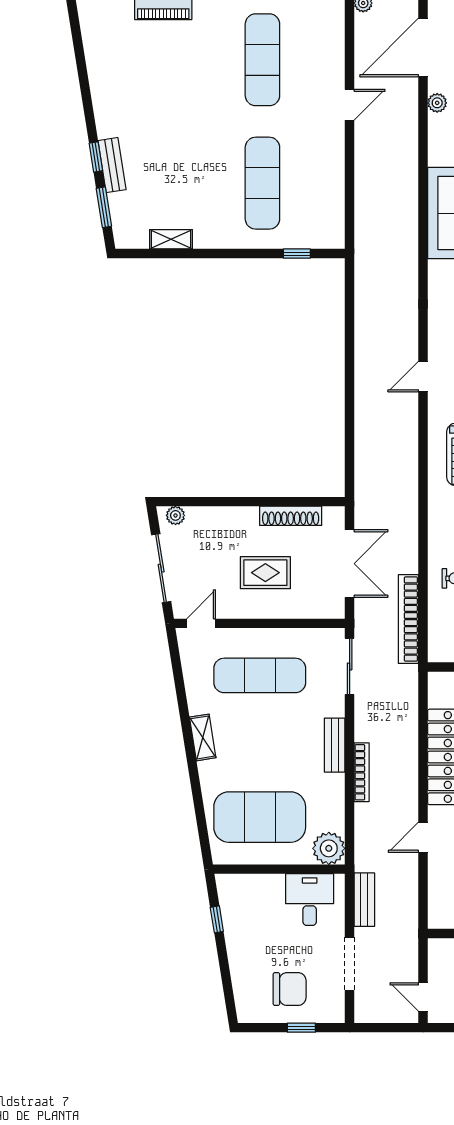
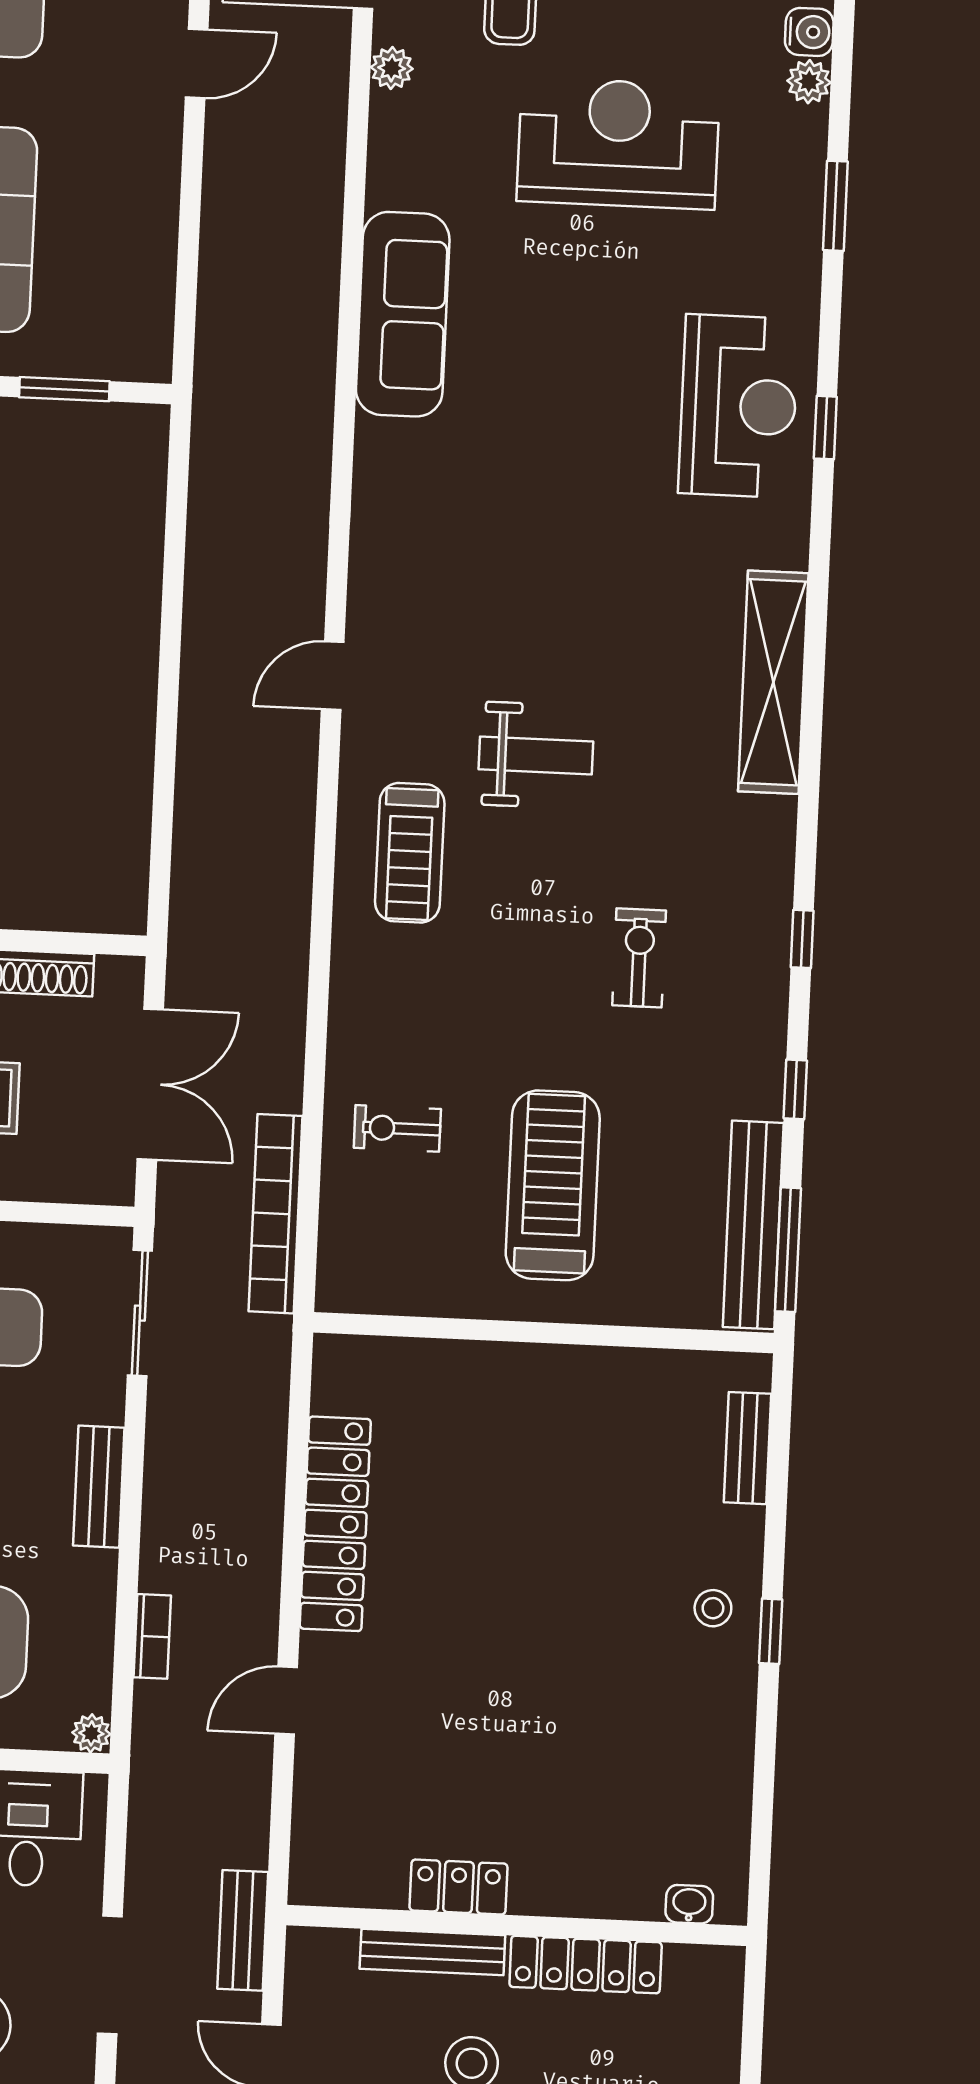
window: (297, 254) -> (64, 389), width x1.50
bookcase: (362, 772) -> (152, 1636), moved, width x0.64
plant: (329, 848) -> (91, 1733), width x0.53, depth x0.53
bench: (364, 900) -> (243, 1930), moved

